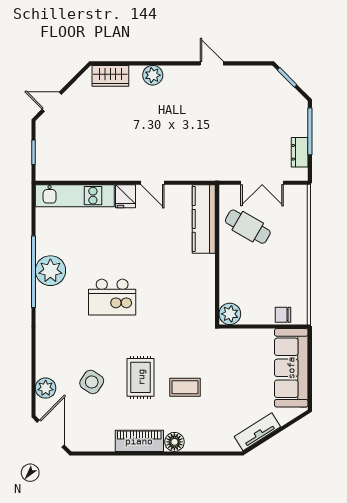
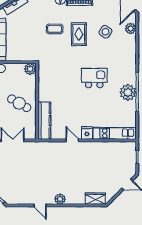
plant: (153, 75) -> (60, 199), moved
cafe table: (248, 227) -> (19, 103), moved

